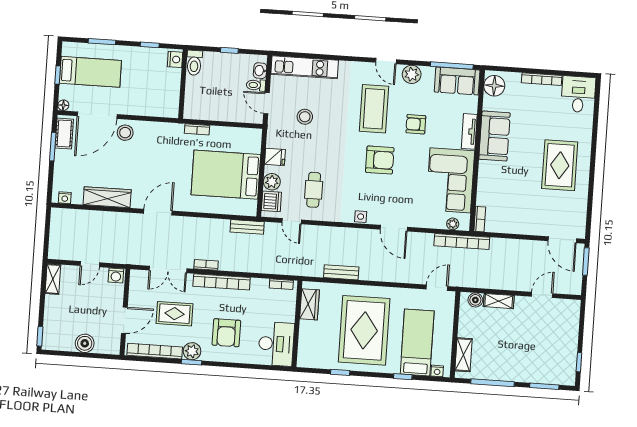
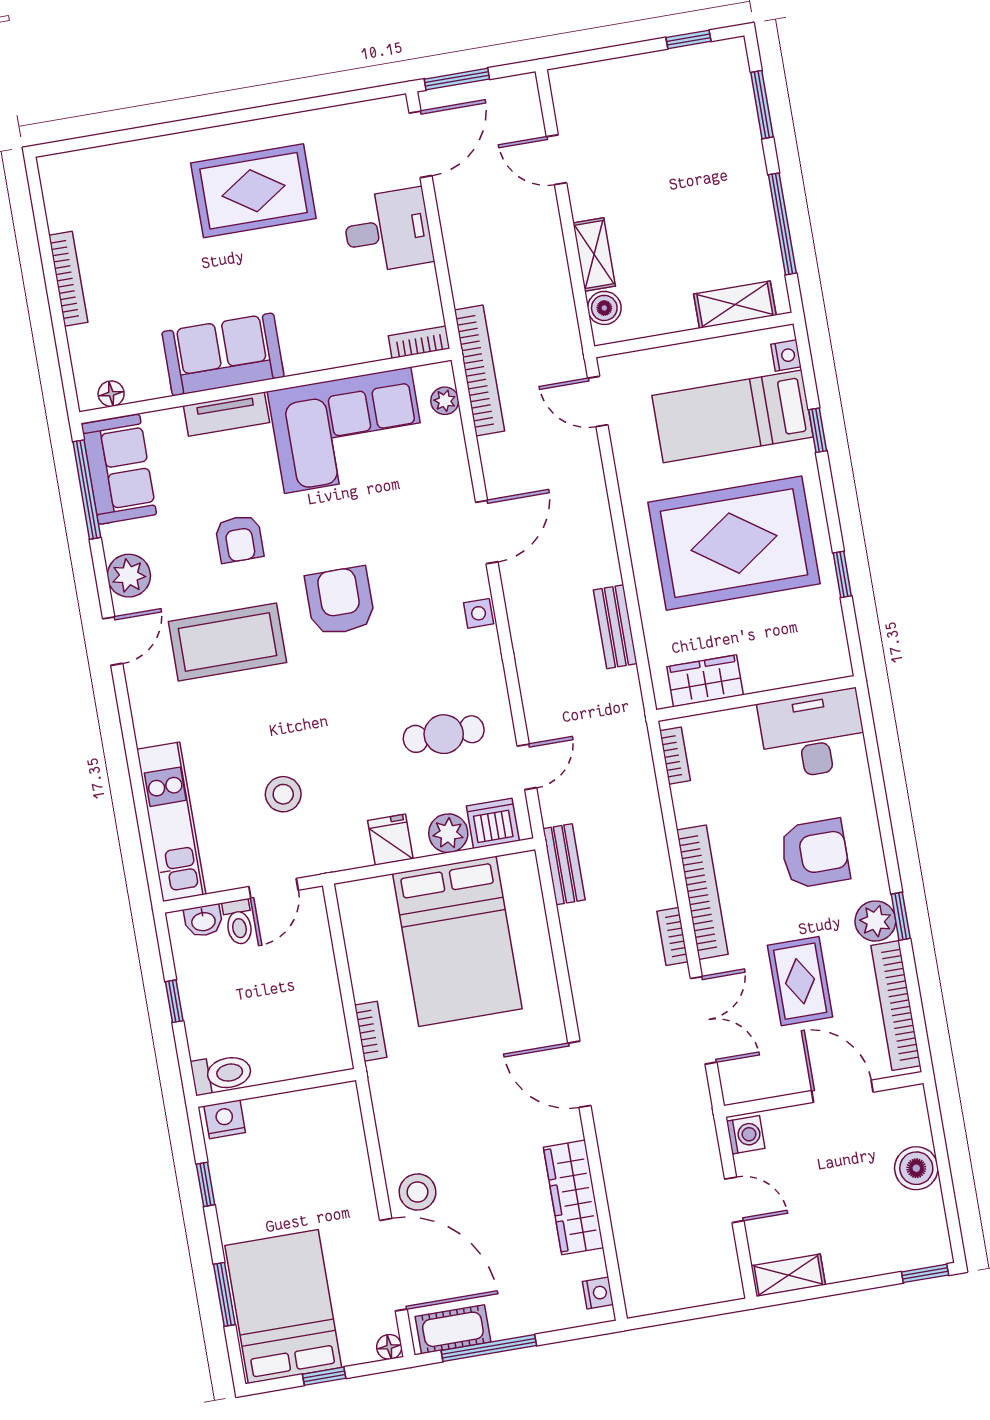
bed: (90, 72) -> (283, 1306), width x1.50
floor lamp: (494, 86) -> (111, 394), width x0.53, depth x0.53
desk: (578, 94) -> (388, 231), moved, turned 180
window: (53, 147) -> (489, 1348), width x1.44

